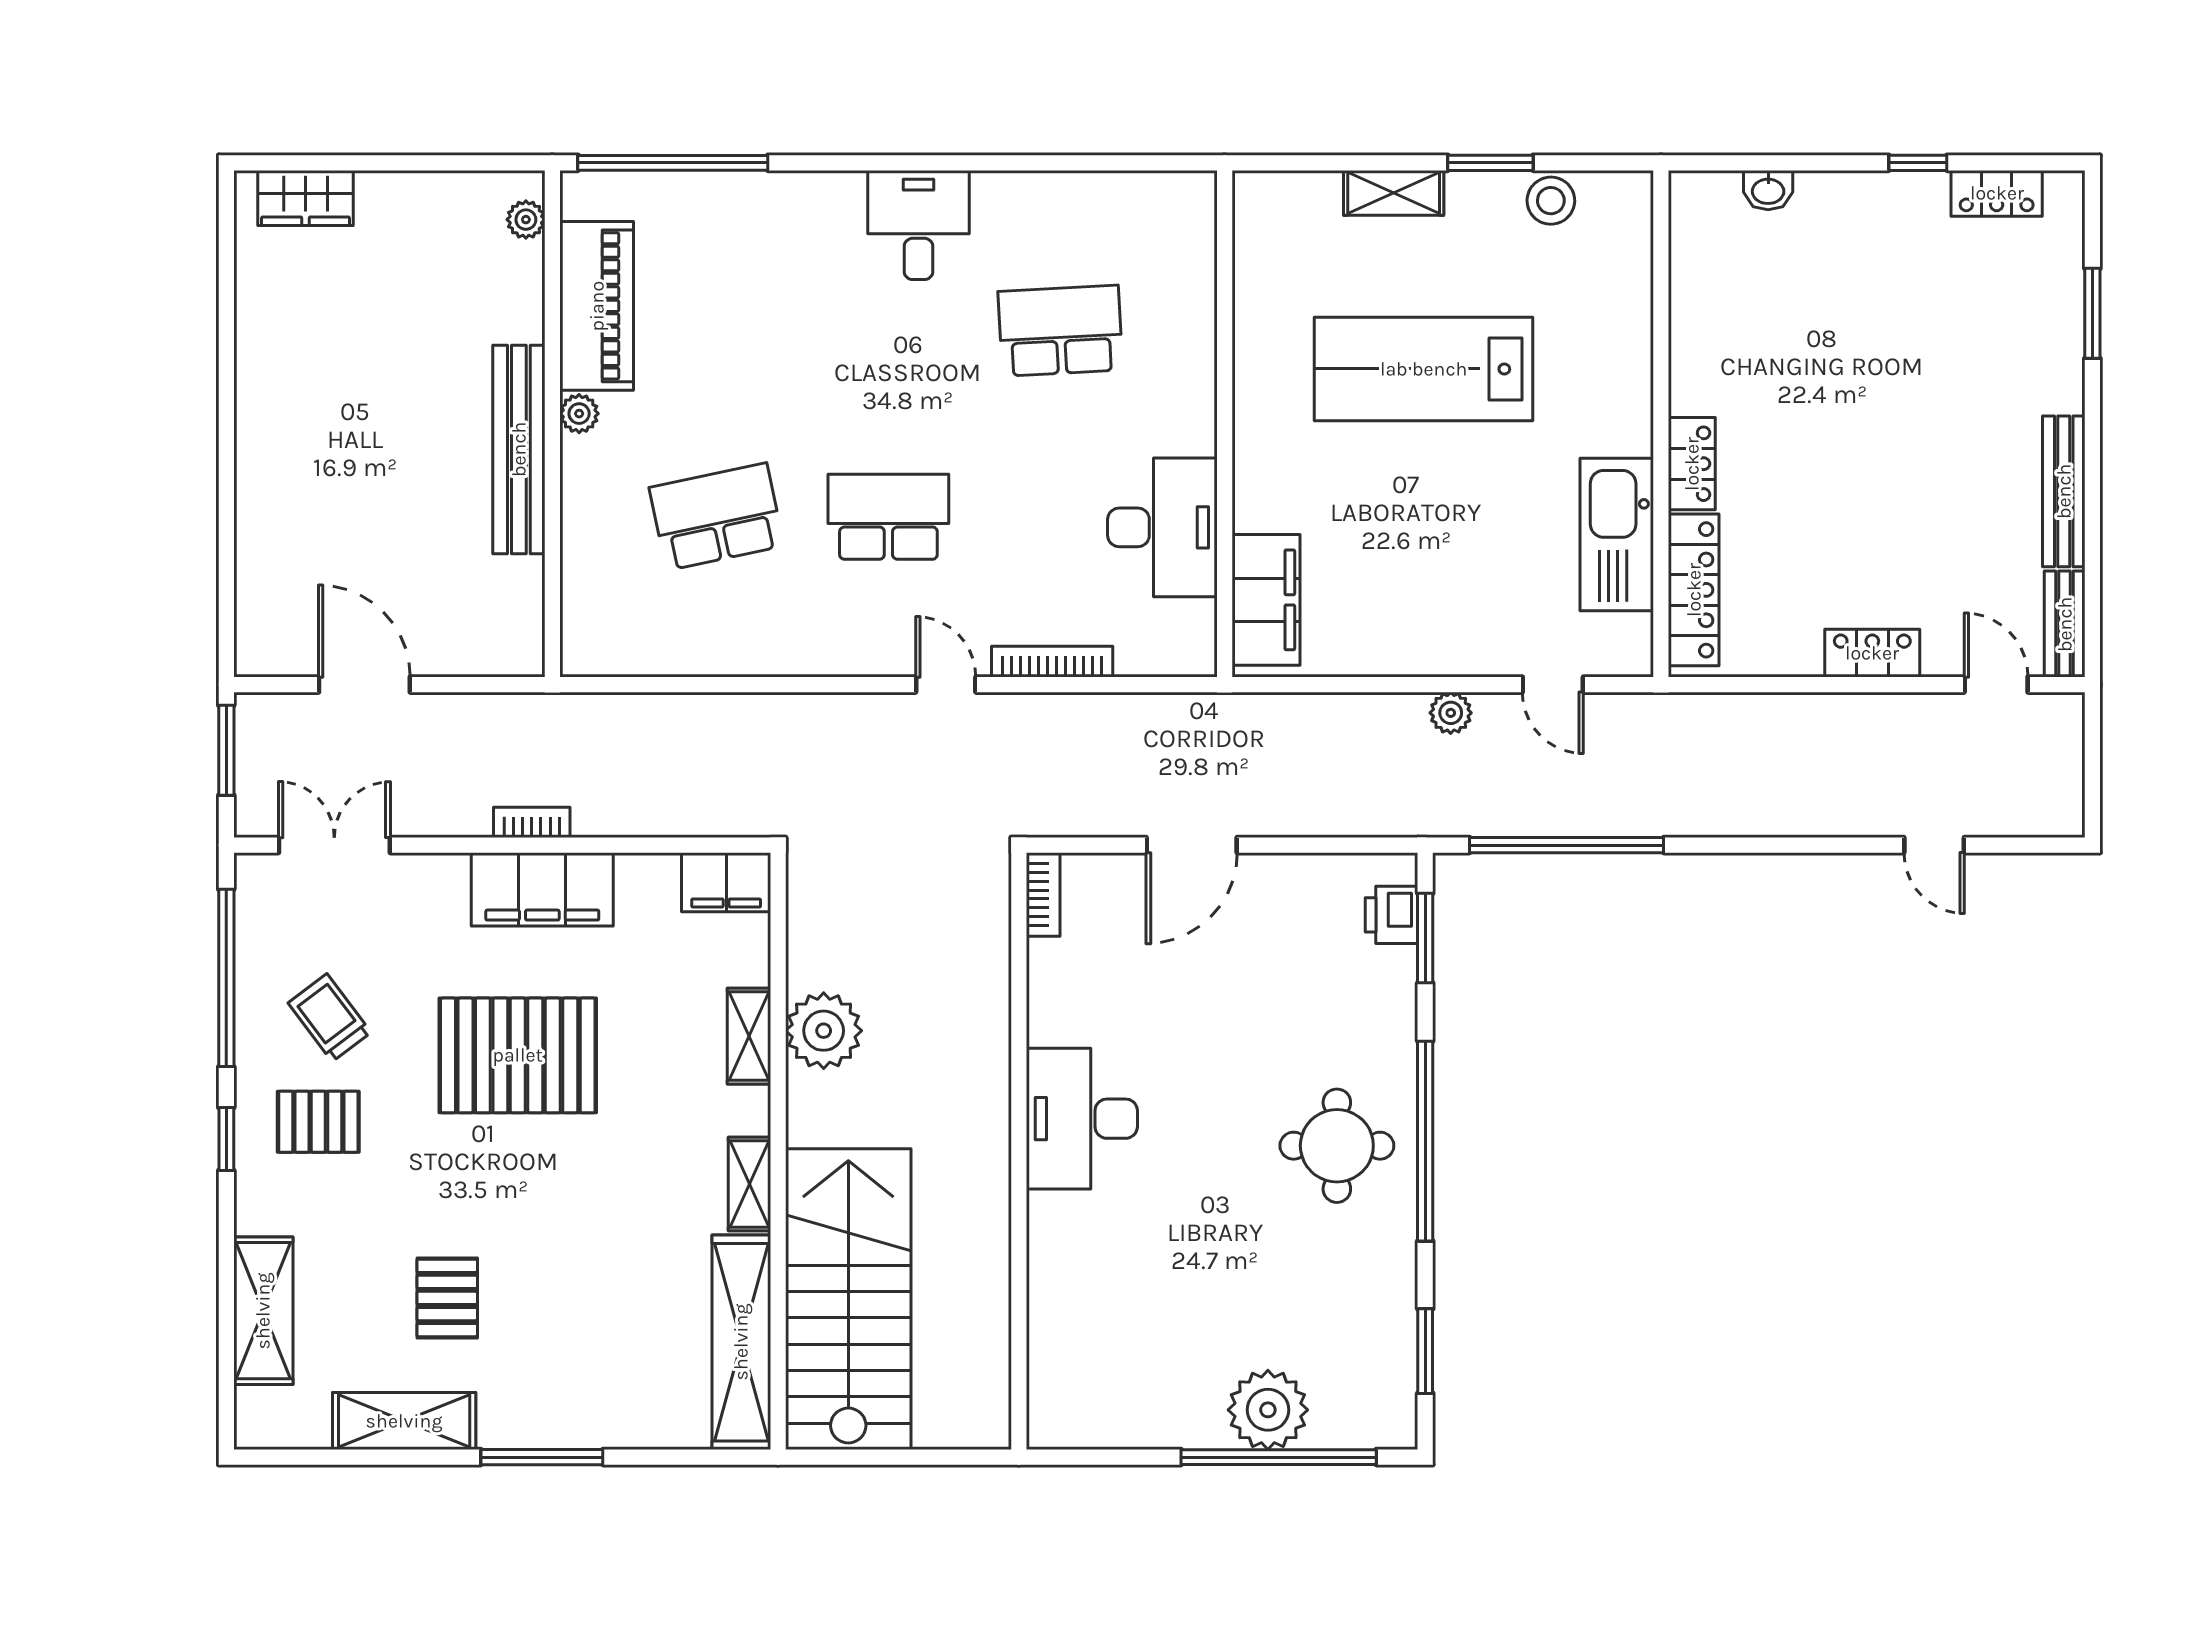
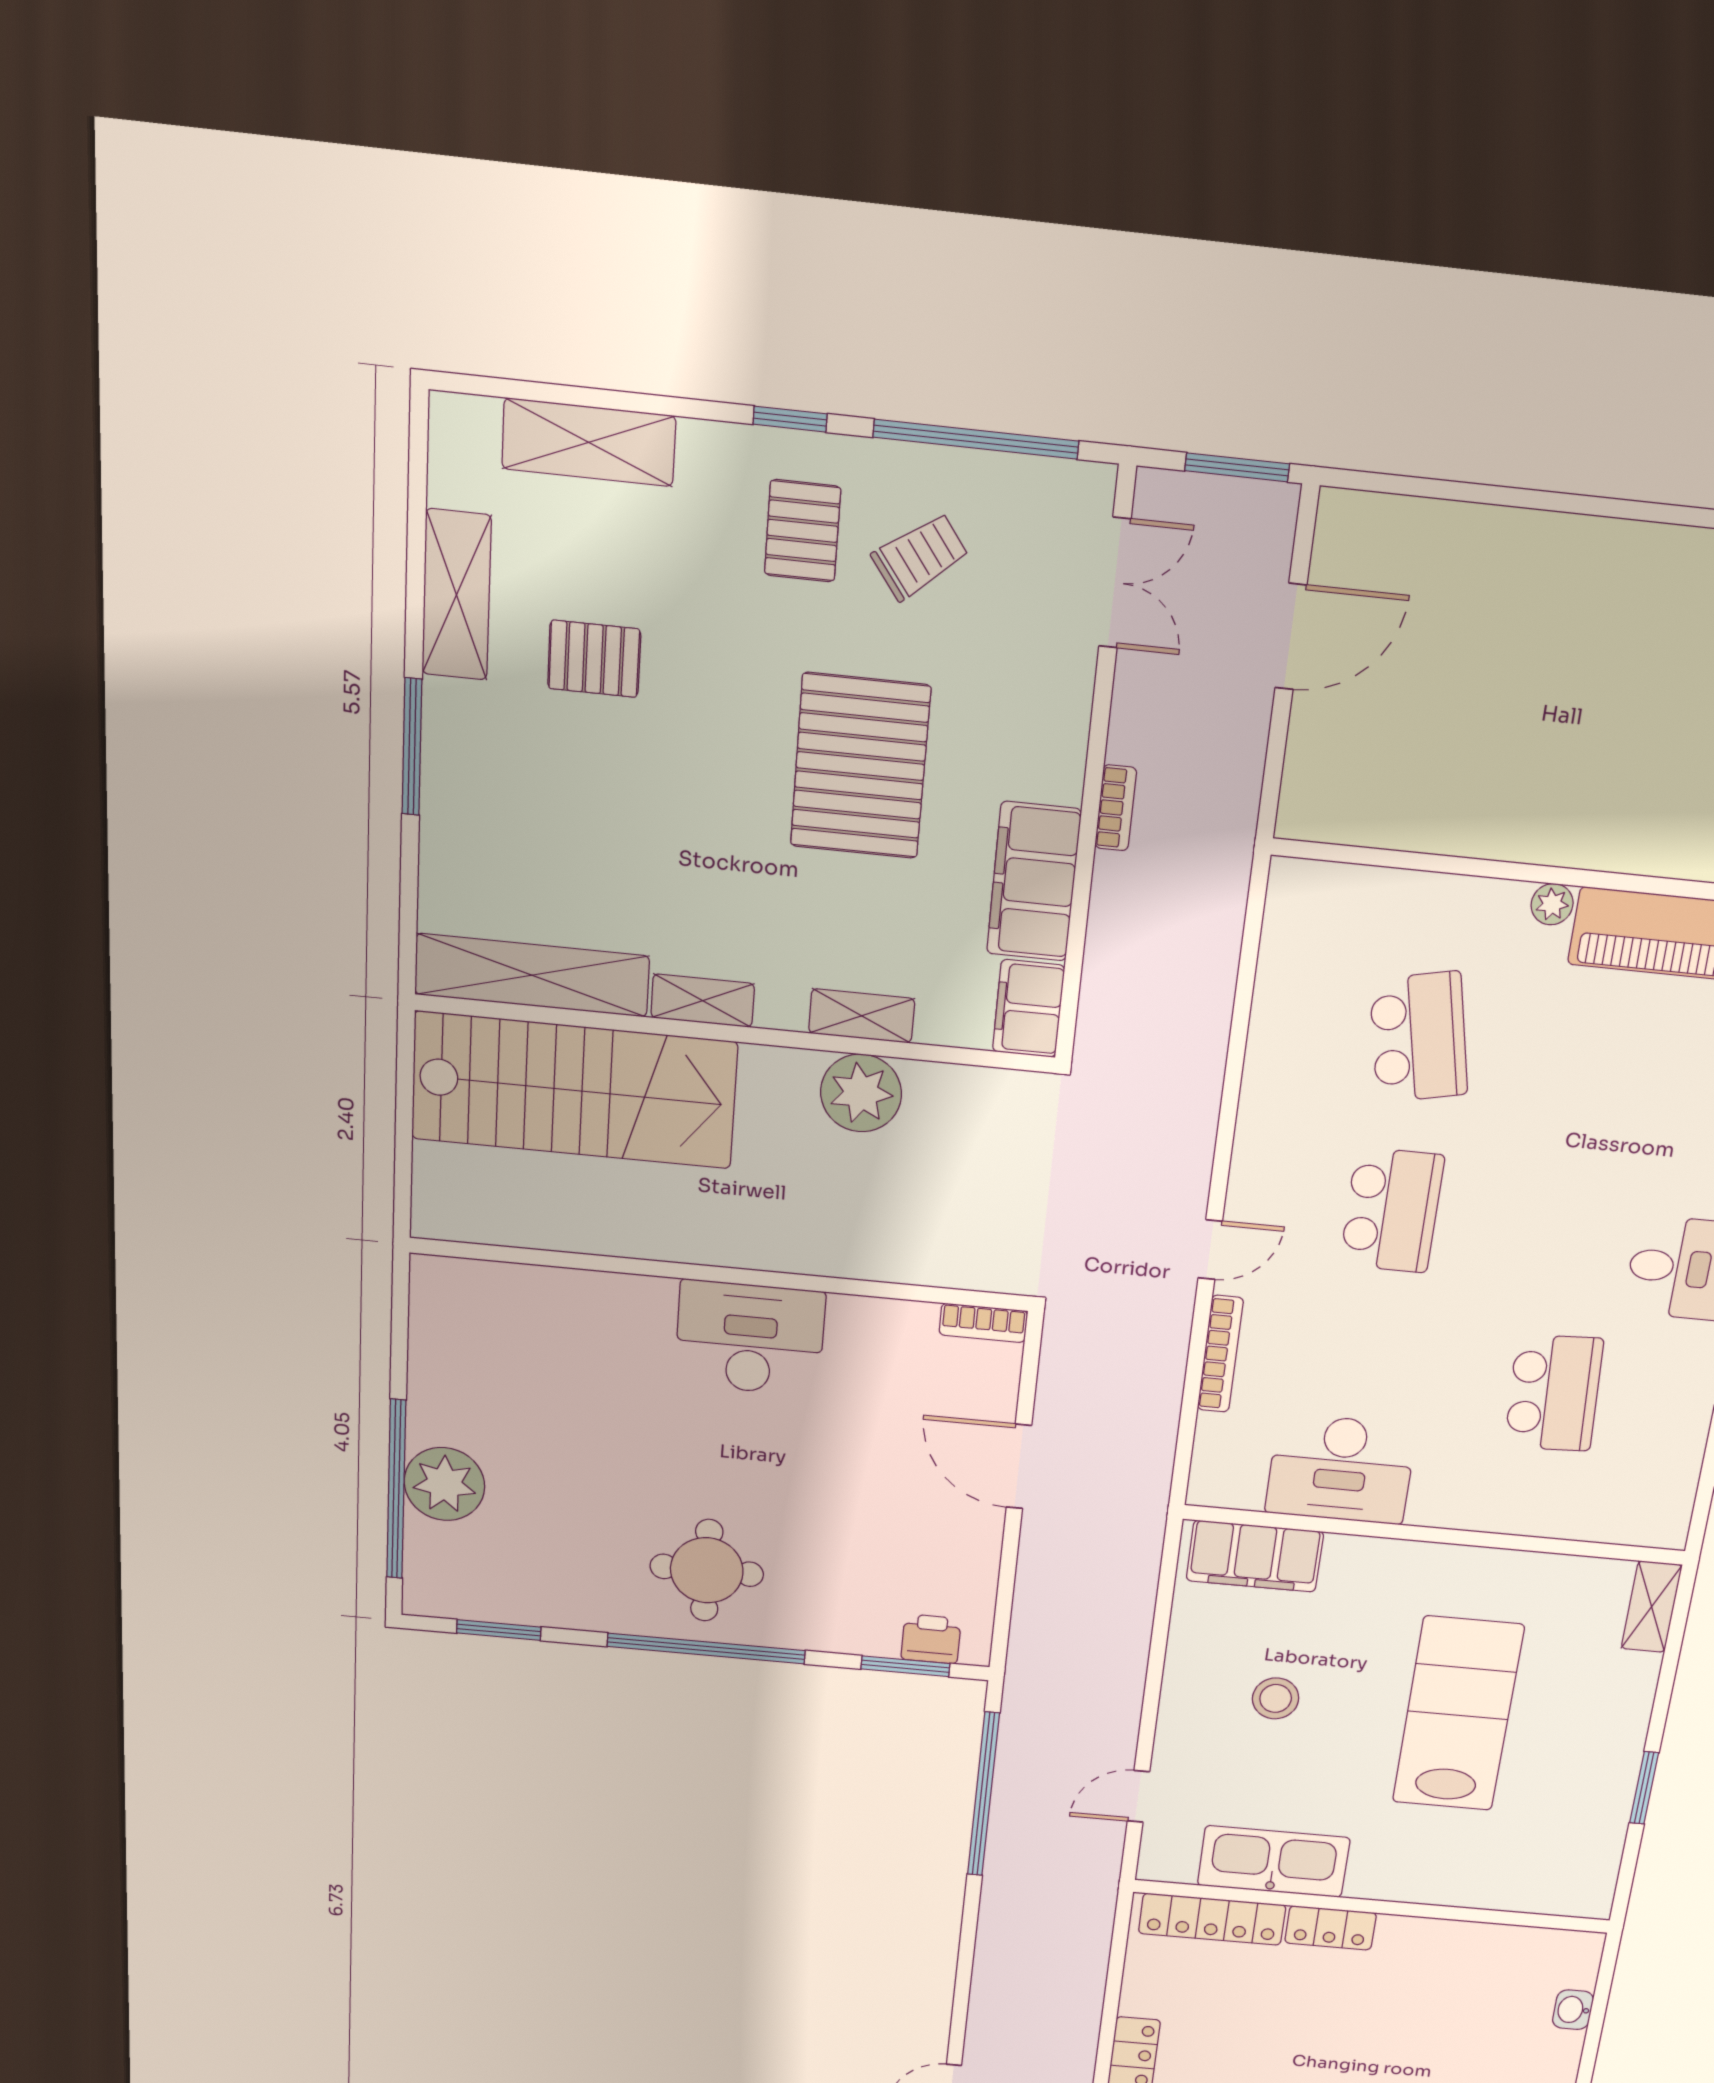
shelving: (1394, 193) -> (1652, 1607), moved
stool: (1551, 201) -> (1276, 1698), moved
bench: (519, 449) -> (1524, 835), removed
plant: (1451, 713) -> (1122, 1708), removed
filing cabinet: (542, 889) -> (1034, 882), moved

